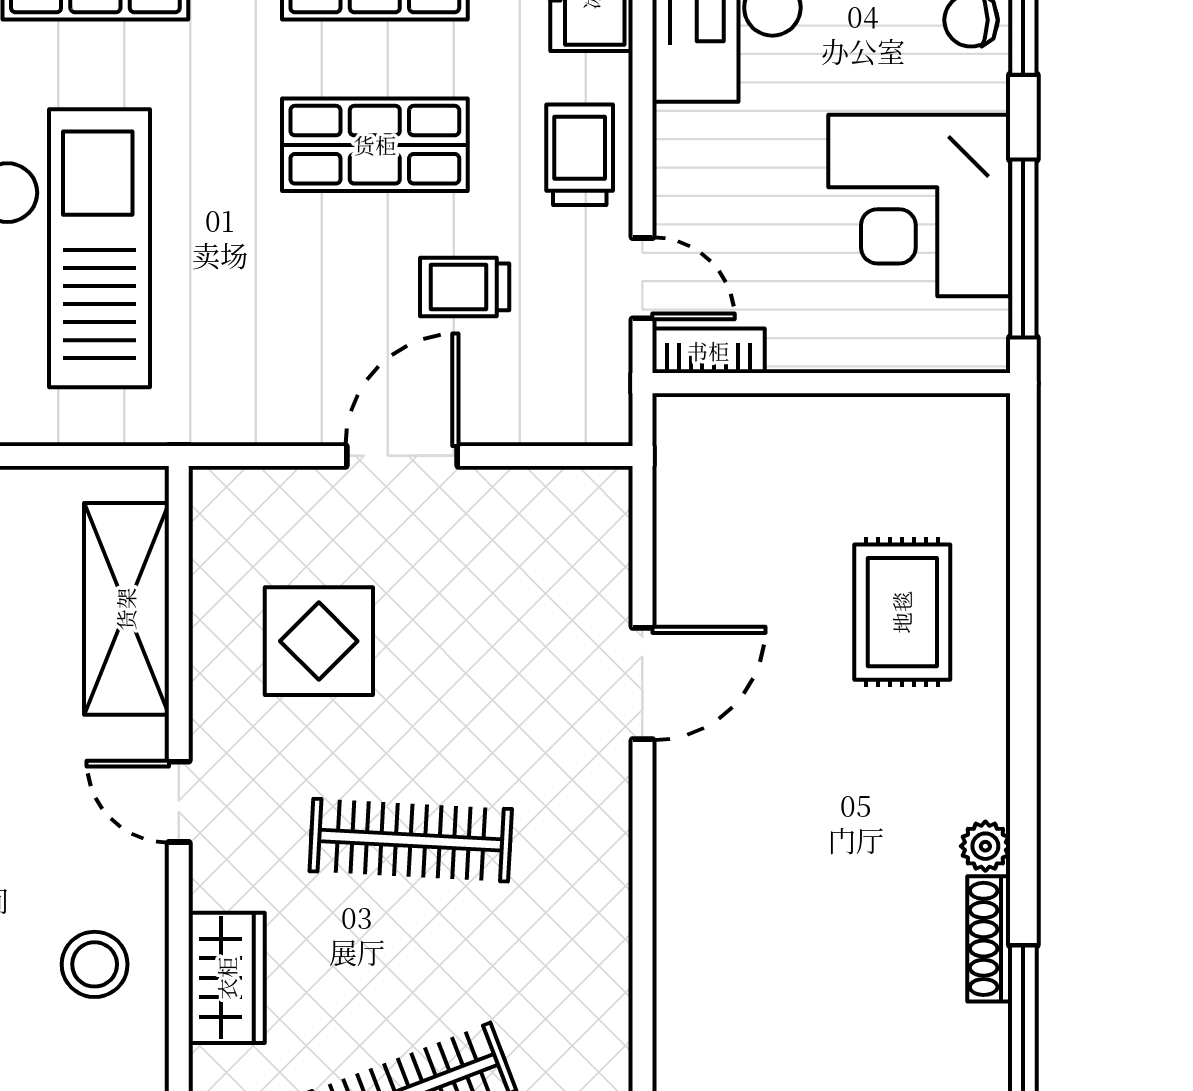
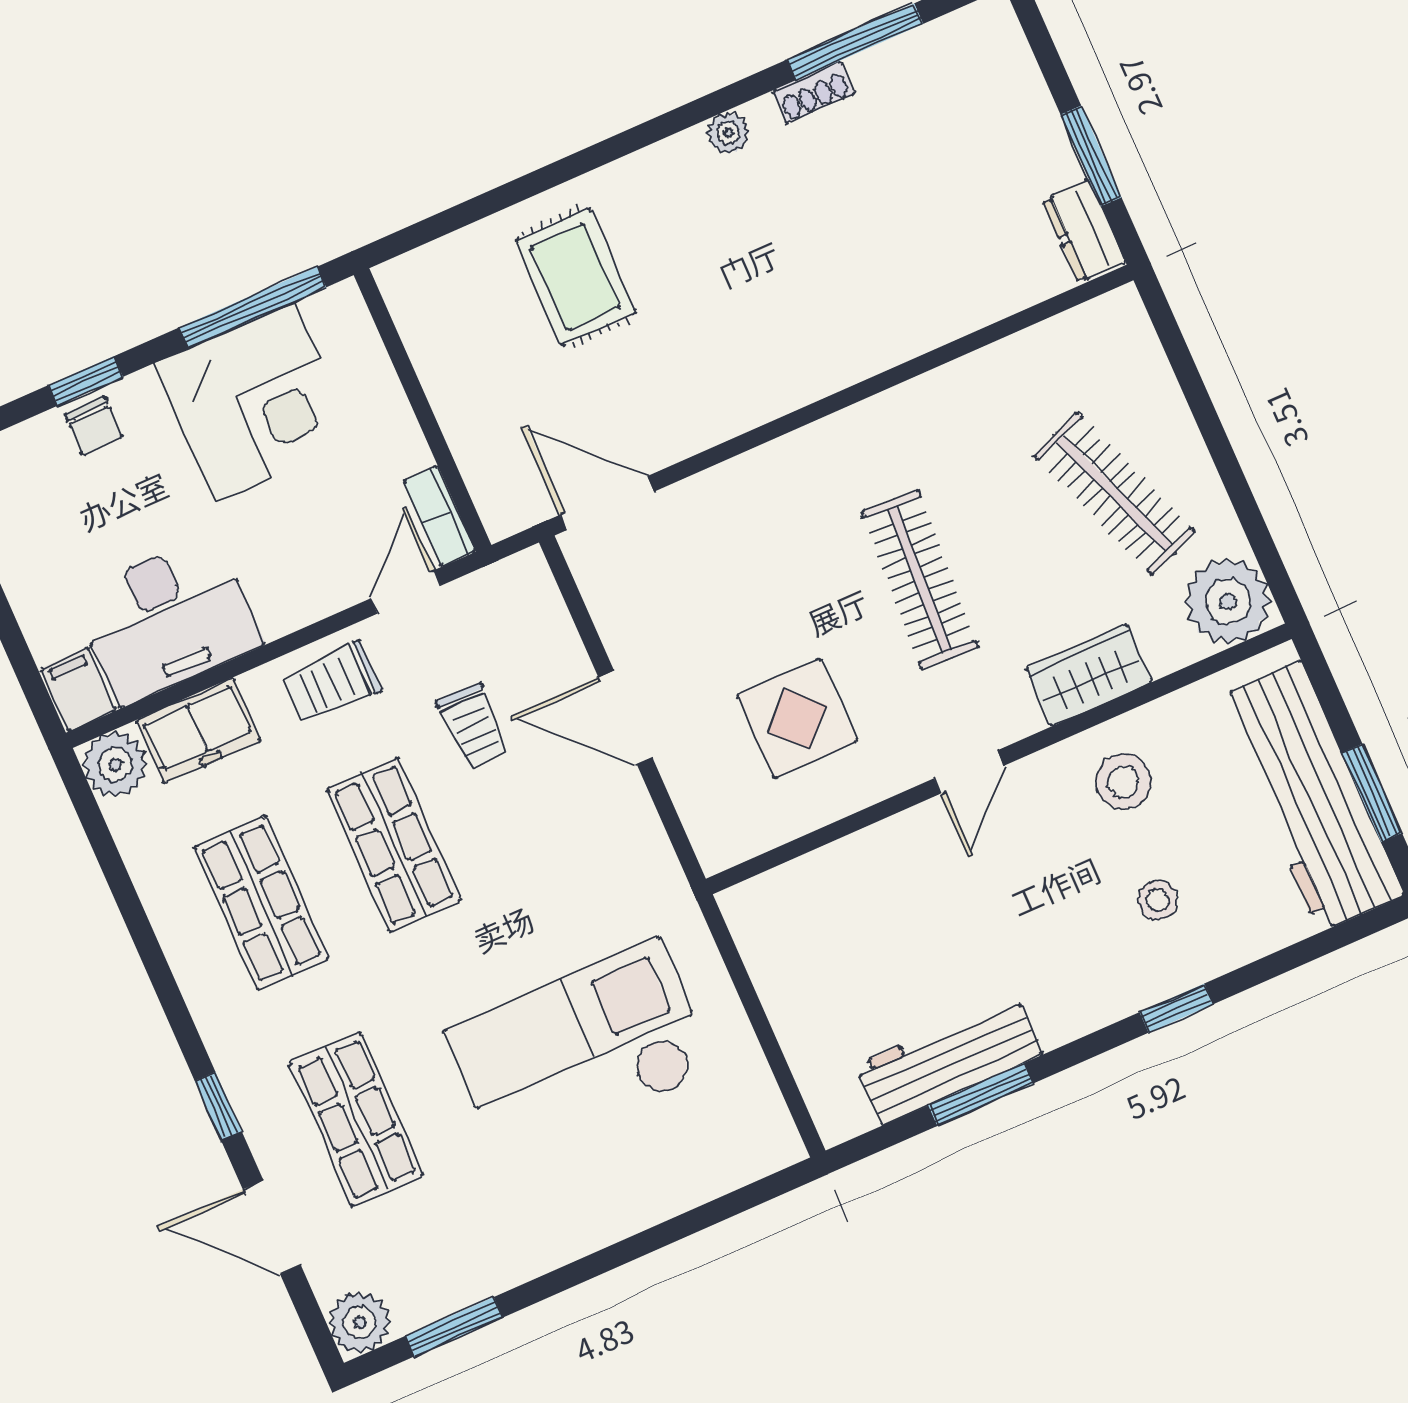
shelving: (126, 609) -> (838, 878), removed
rug: (902, 612) -> (575, 277), turned 90
door: (642, 684) -> (607, 503), moved
shoe rack: (989, 939) -> (813, 92), width x0.70

